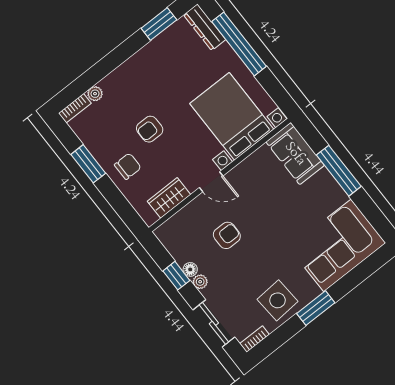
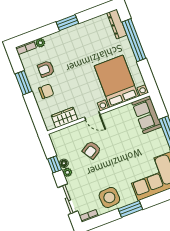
window: (159, 24) -> (67, 23), moved
armchair: (150, 129) -> (46, 69), moved
armchair: (227, 235) -> (92, 150), turned 148

